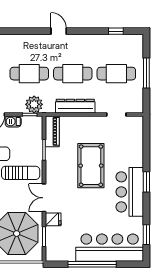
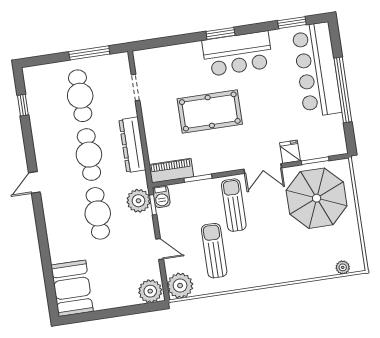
window: (146, 73) -> (89, 53), moved
barbecue: (13, 121) -> (161, 196), moved

